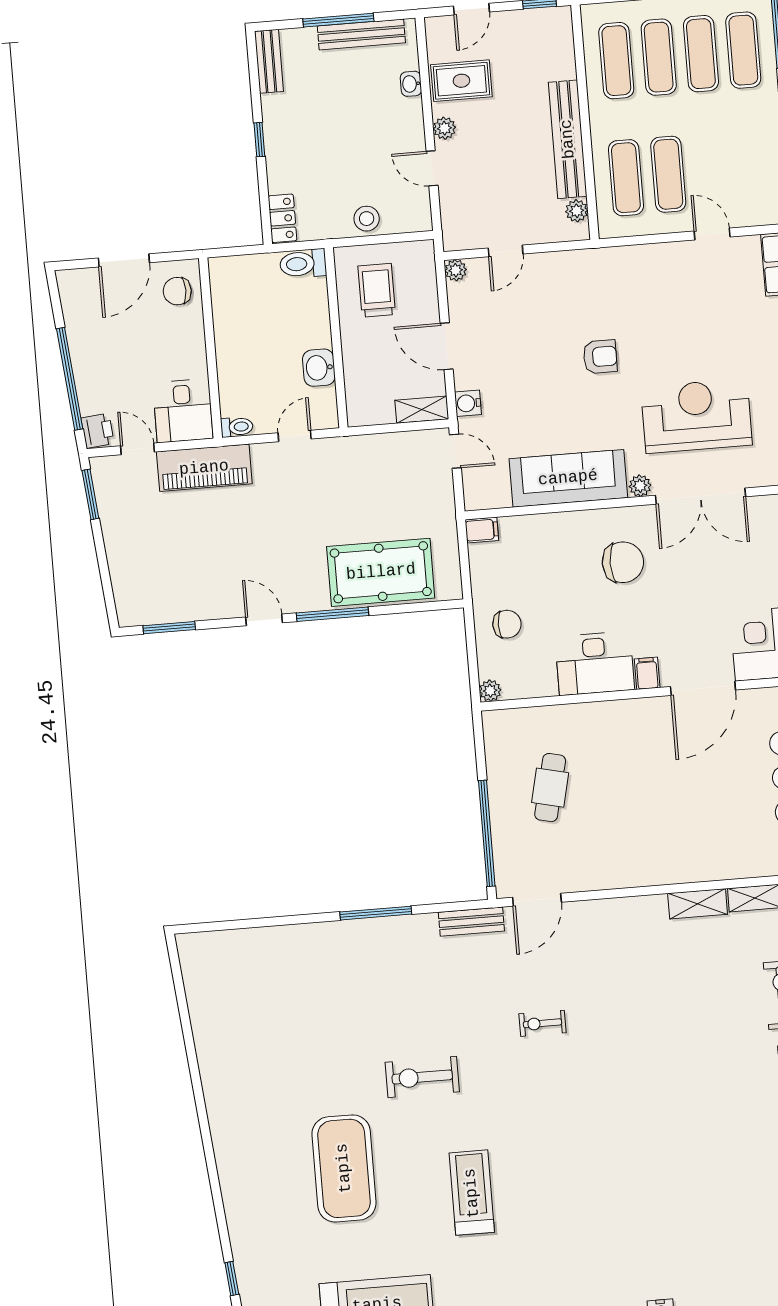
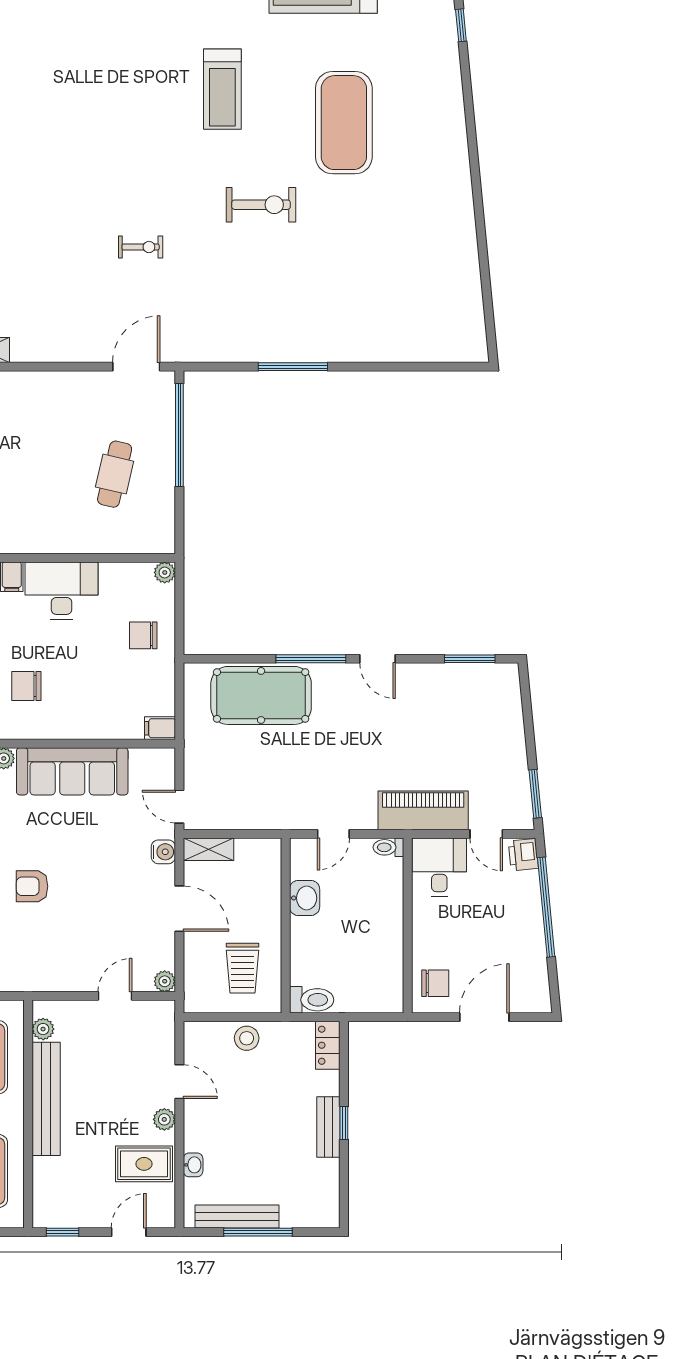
bench: (269, 61) -> (328, 1127), moved
chair: (623, 562) -> (26, 686), width x0.73, depth x0.73
bench: (471, 922) -> (201, 351), removed

